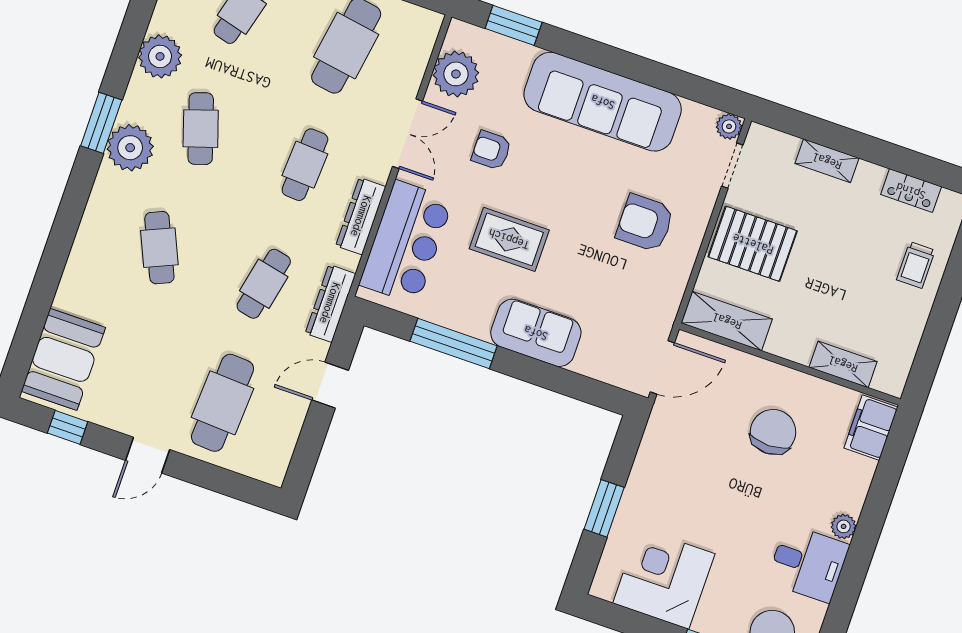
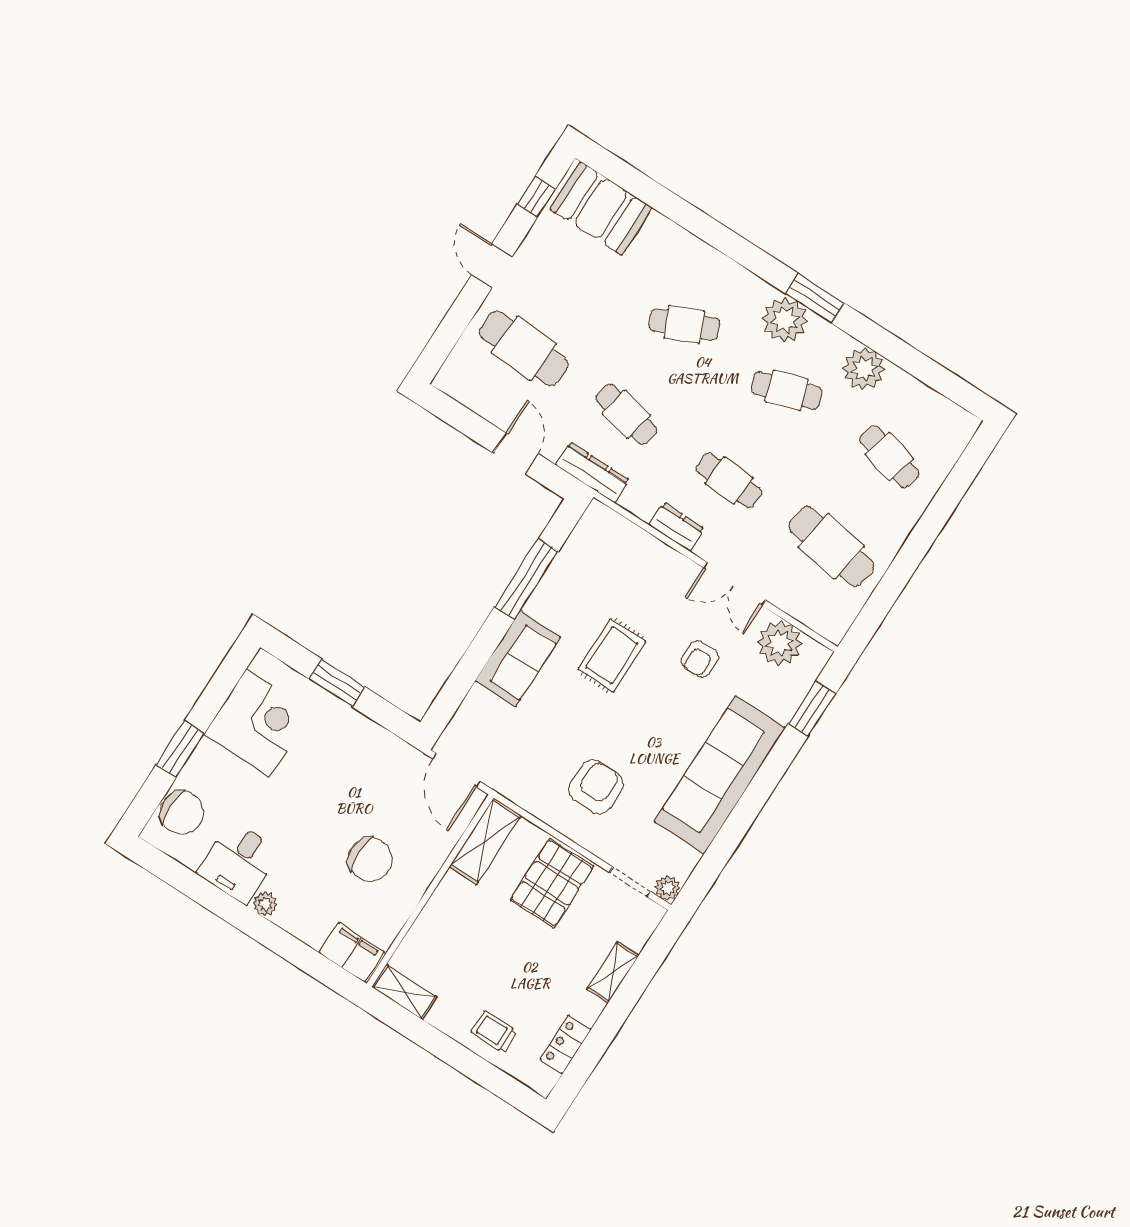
armchair: (491, 150) -> (700, 659), turned 180
dresser: (361, 216) -> (677, 527), width x0.70
bar counter: (406, 242) -> (633, 558), removed
shelving: (843, 364) -> (404, 992), moved, turned 90

